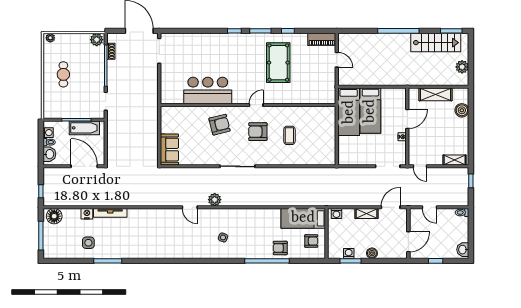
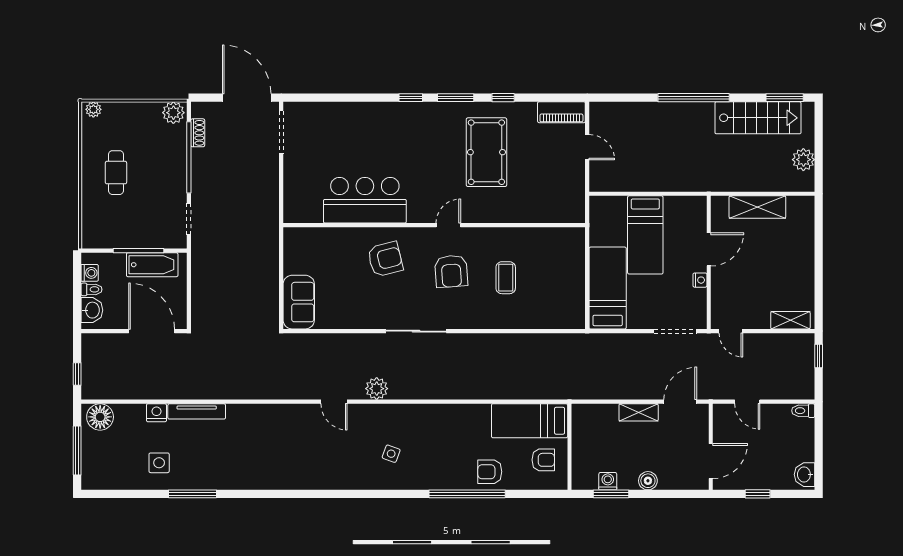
boiler: (462, 110) -> (803, 234), removed
bed: (349, 112) -> (608, 288), moved, turned 180
armchair: (258, 132) -> (451, 271), turned -94
washing machine: (336, 214) -> (587, 412), removed

